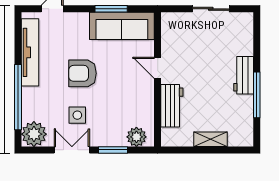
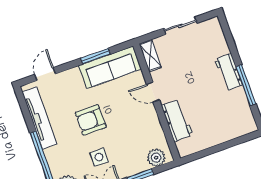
shelving: (211, 139) -> (150, 56), moved, turned 90

